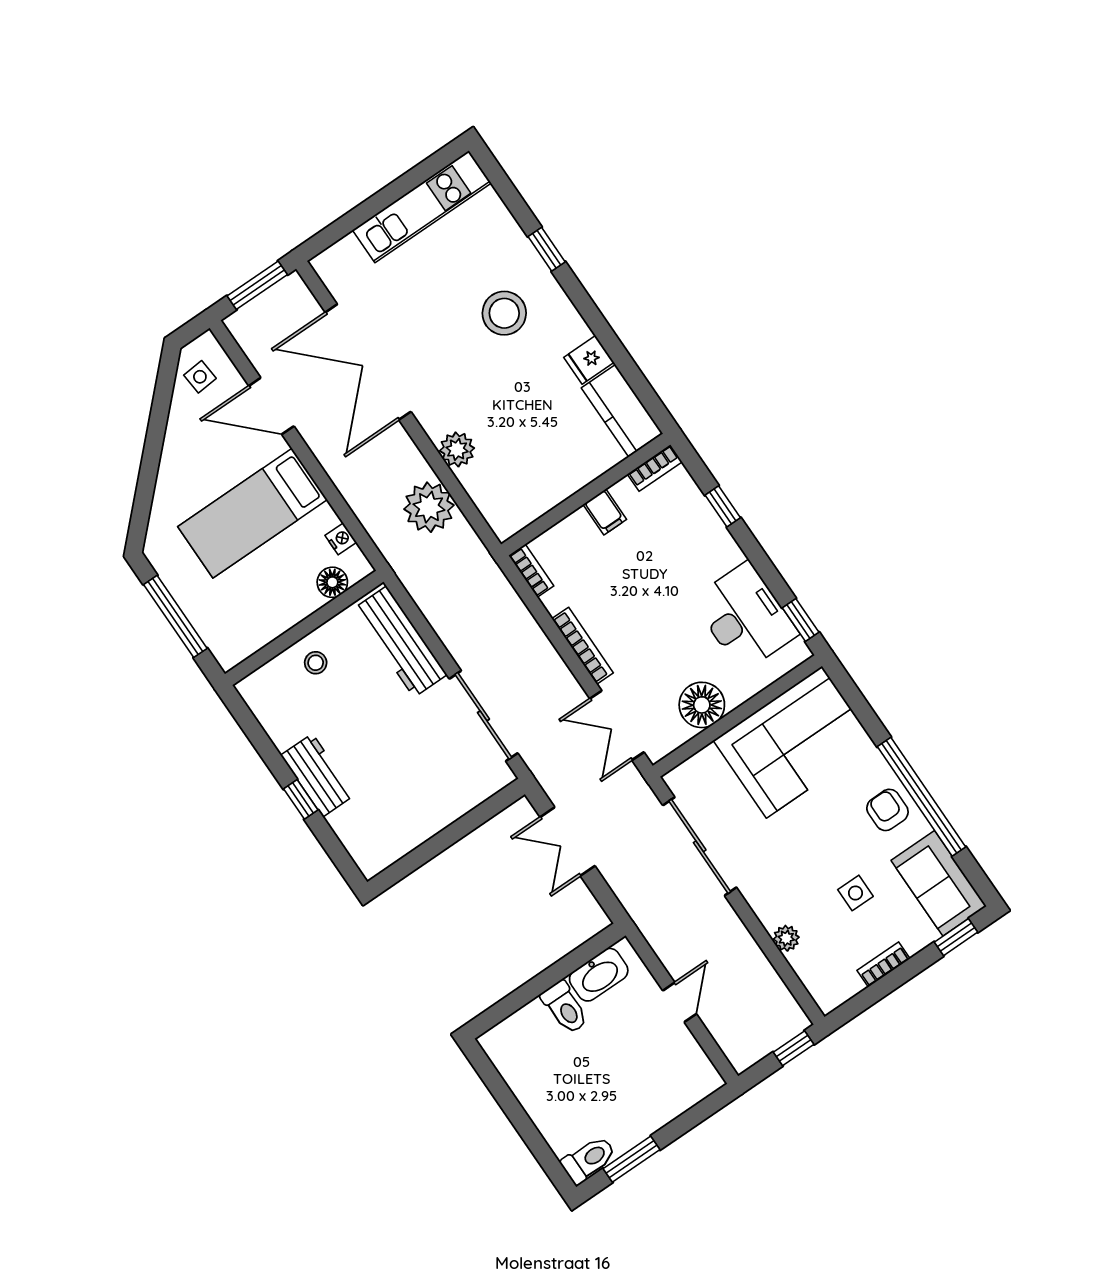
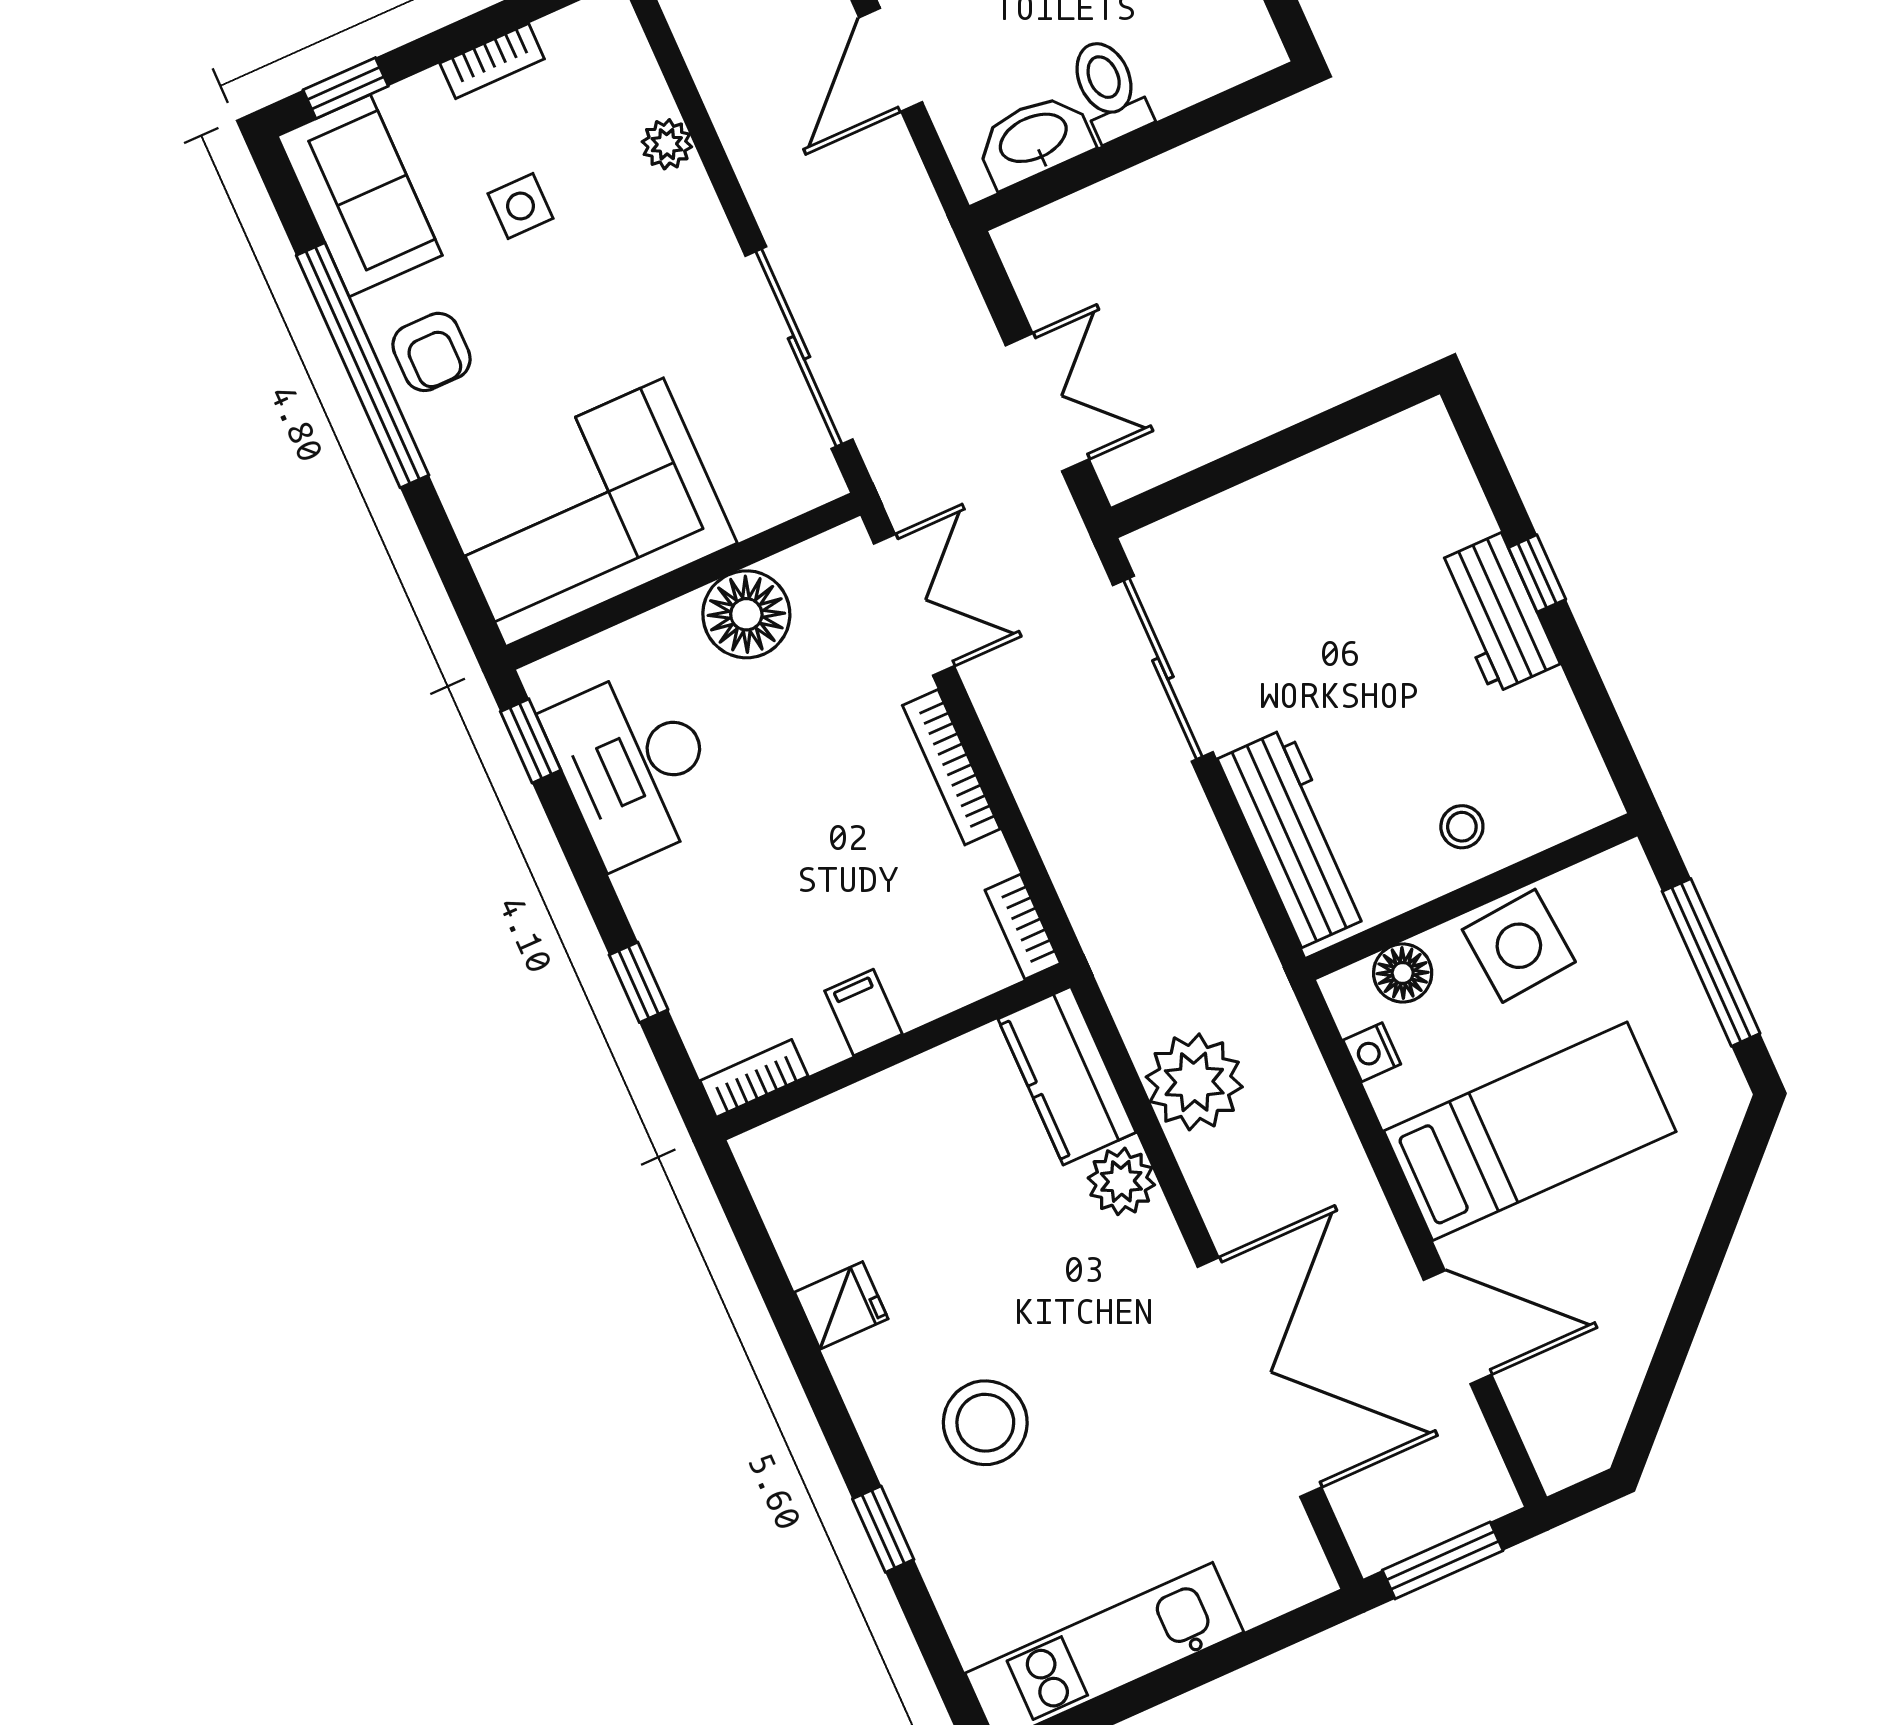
side table: (200, 377) -> (1519, 946), moved, width x1.87, depth x1.87
kitchen counter: (622, 411) -> (1067, 1076), moved, turned 180
door: (680, 1002) -> (891, 60), width x1.38

